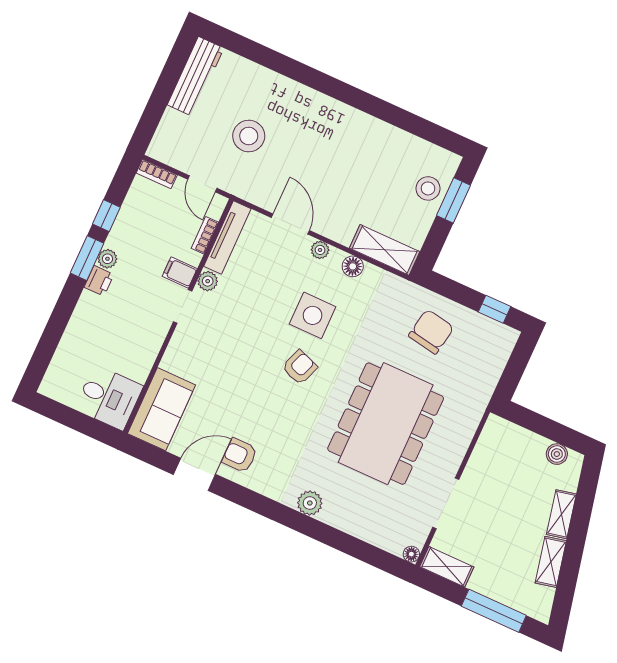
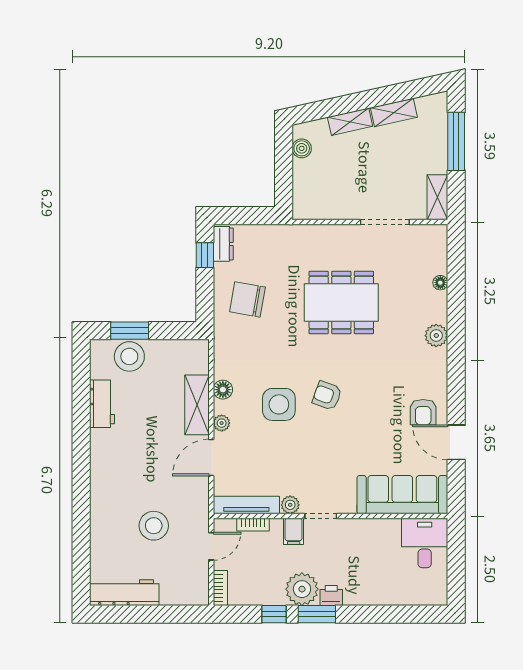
workbench: (393, 140) -> (102, 404), added
stool: (428, 188) -> (129, 356), width x1.38, depth x1.38
shelving: (385, 250) -> (197, 405), moved
plant: (107, 259) -> (302, 589), width x1.87, depth x1.87
dresser: (497, 333) -> (223, 244), added
sofa: (161, 409) -> (402, 495), width x1.36
dining table: (386, 424) -> (341, 303), width x0.73, depth x0.80
floor lamp: (411, 554) -> (440, 283), moved

